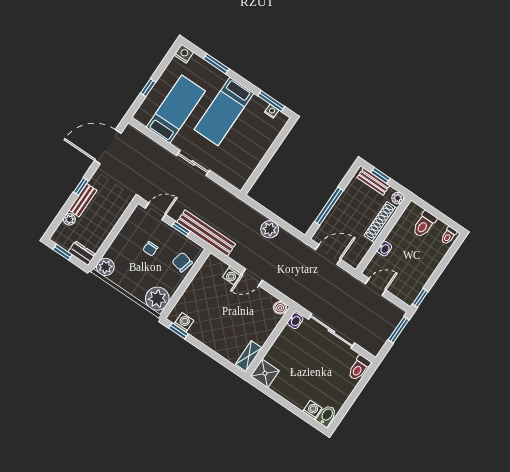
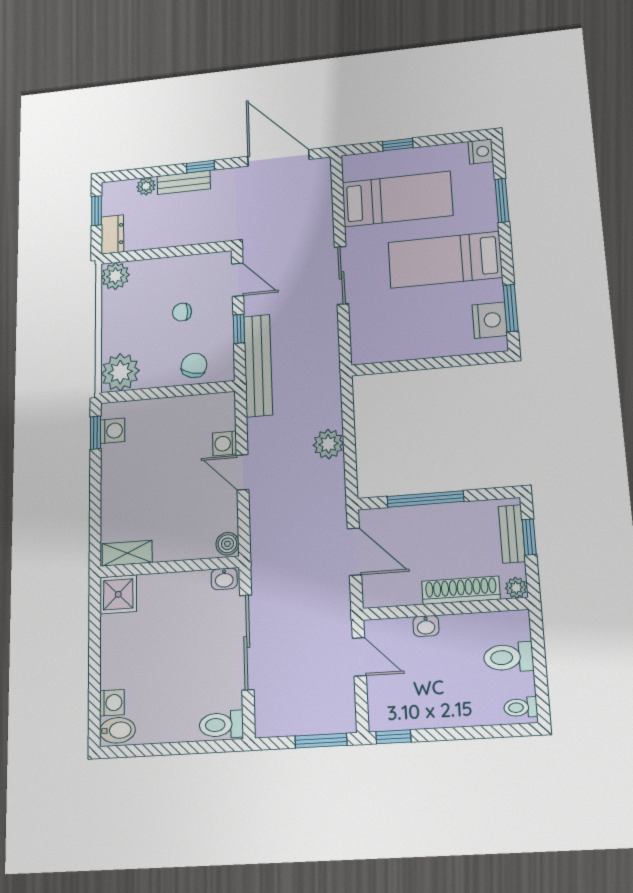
nightstand: (272, 111) -> (490, 320), width x1.89, depth x1.79

